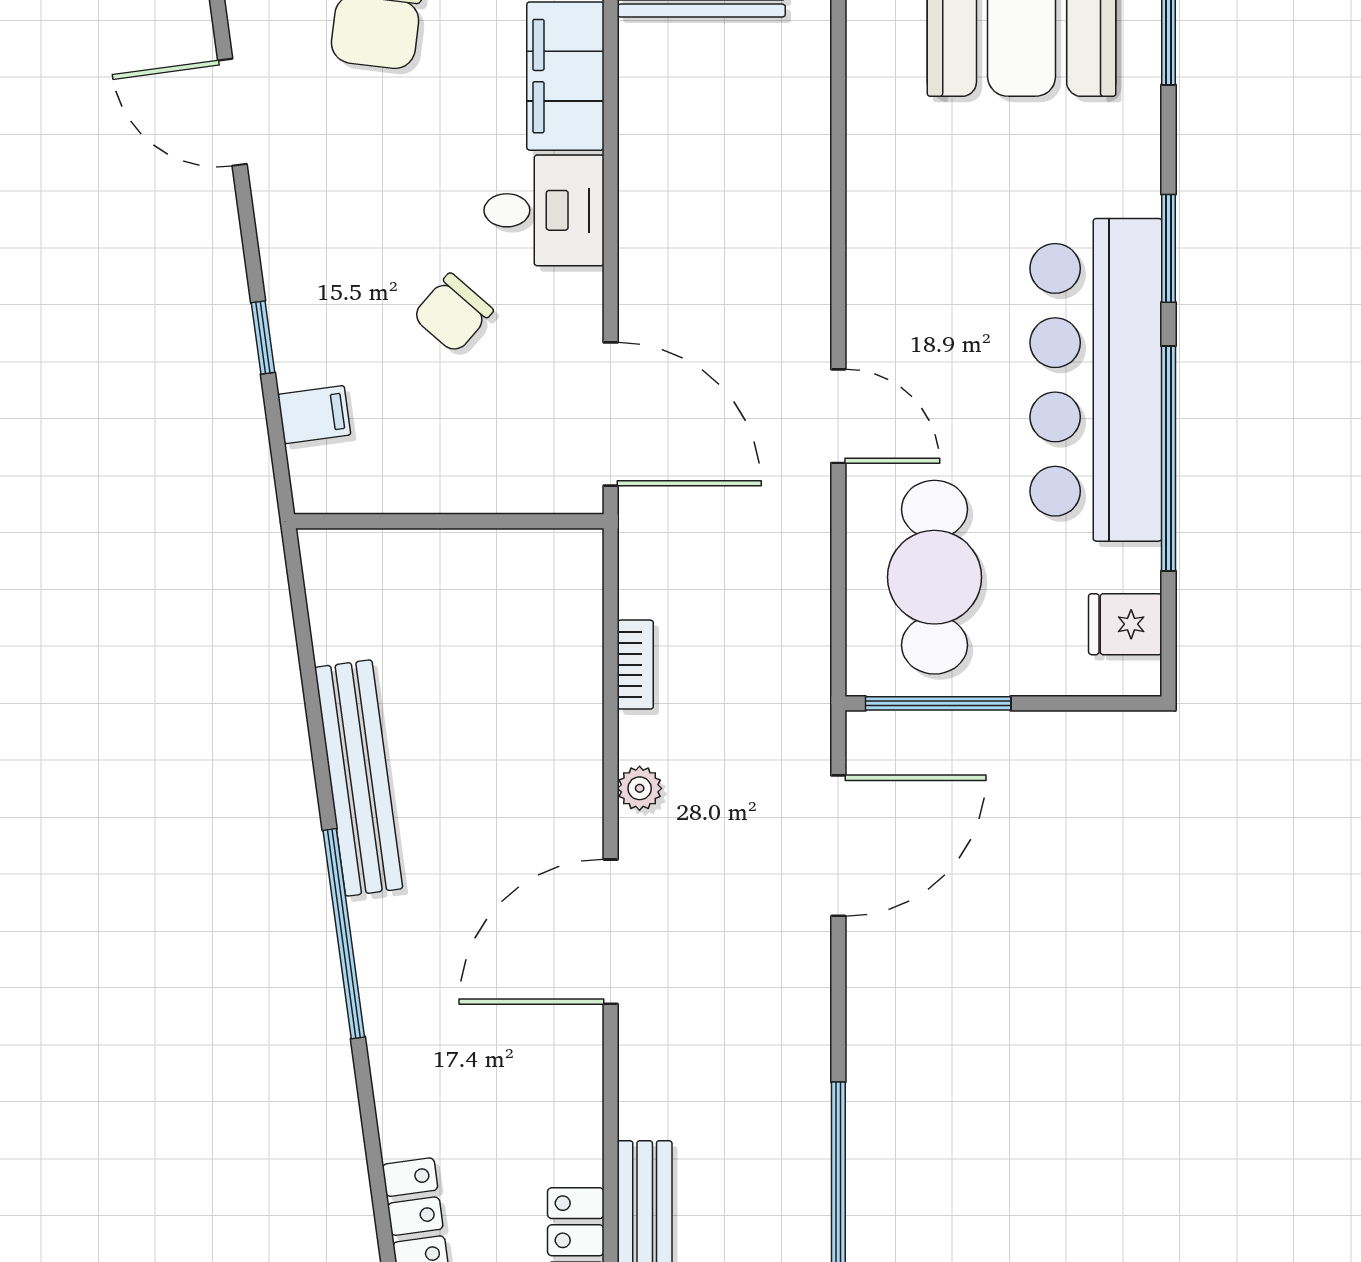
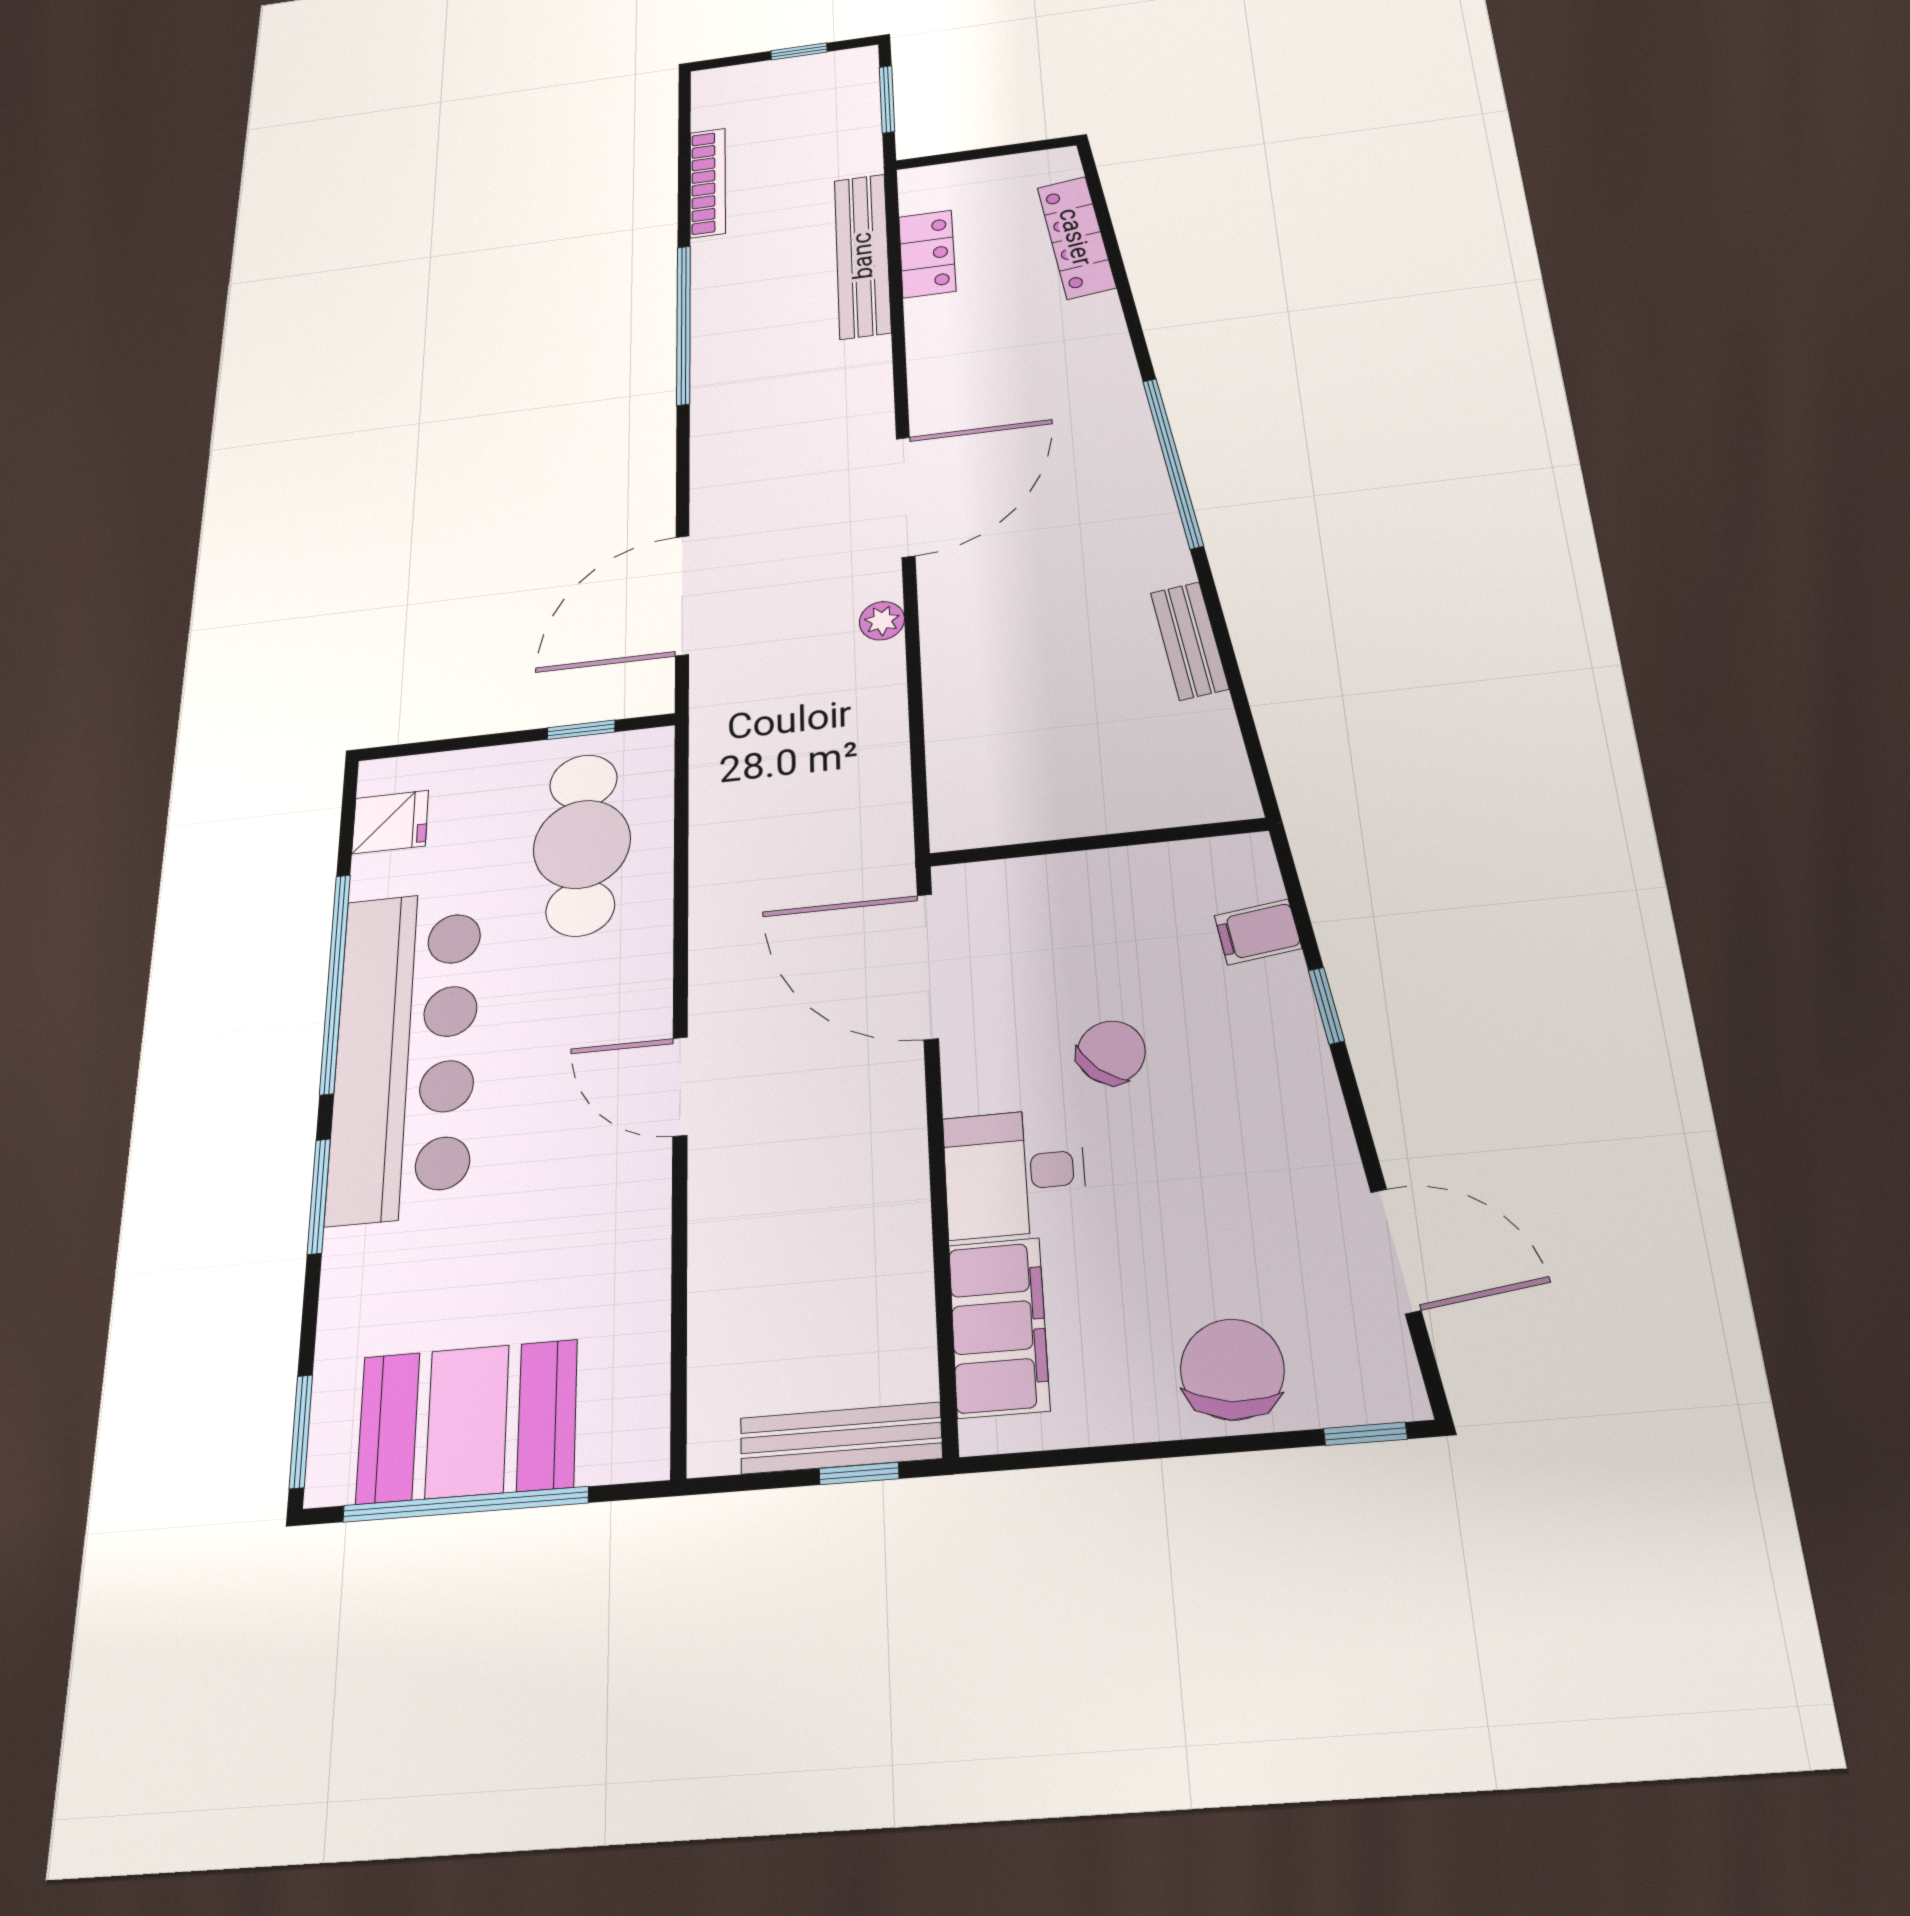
door: (838, 416) -> (680, 1086), moved
bookcase: (635, 665) -> (891, 730), removed
window: (938, 703) -> (581, 730), width x0.46
bench: (359, 778) -> (1190, 641), width x0.54, depth x0.82

